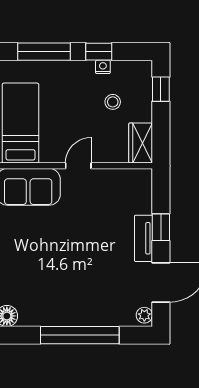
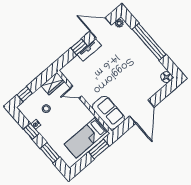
window: (44, 52) -> (50, 153), width x0.69
door: (78, 166) -> (76, 92), moved

